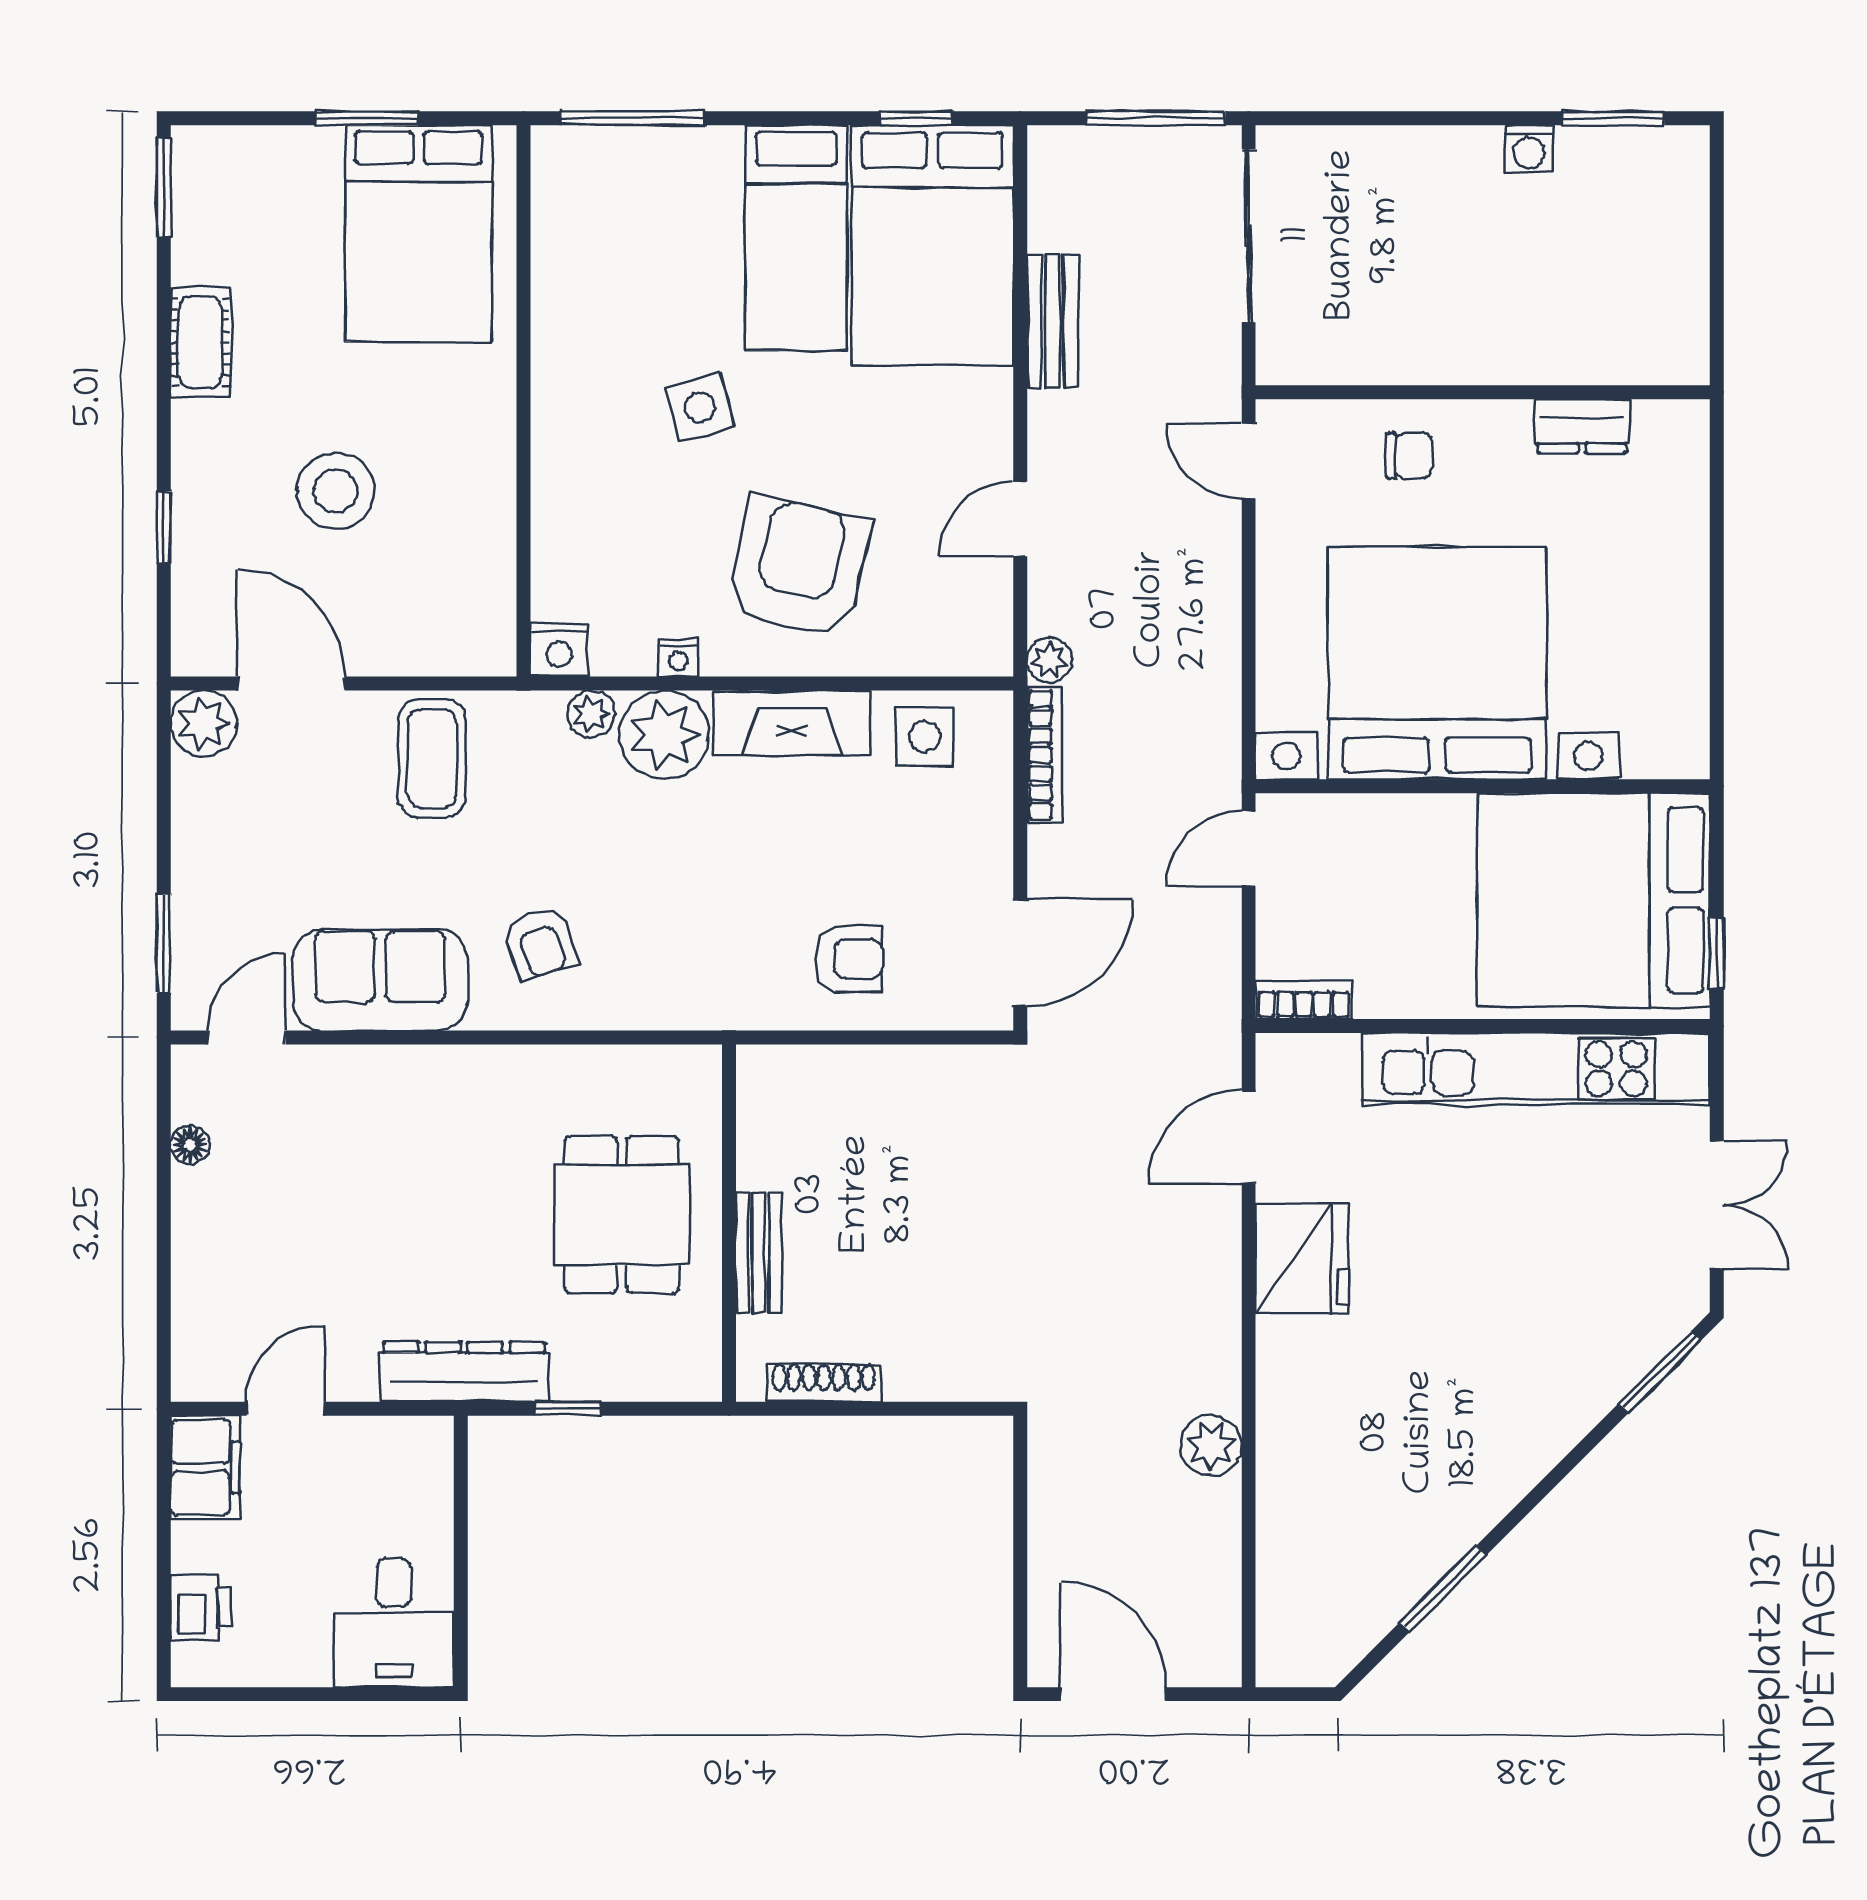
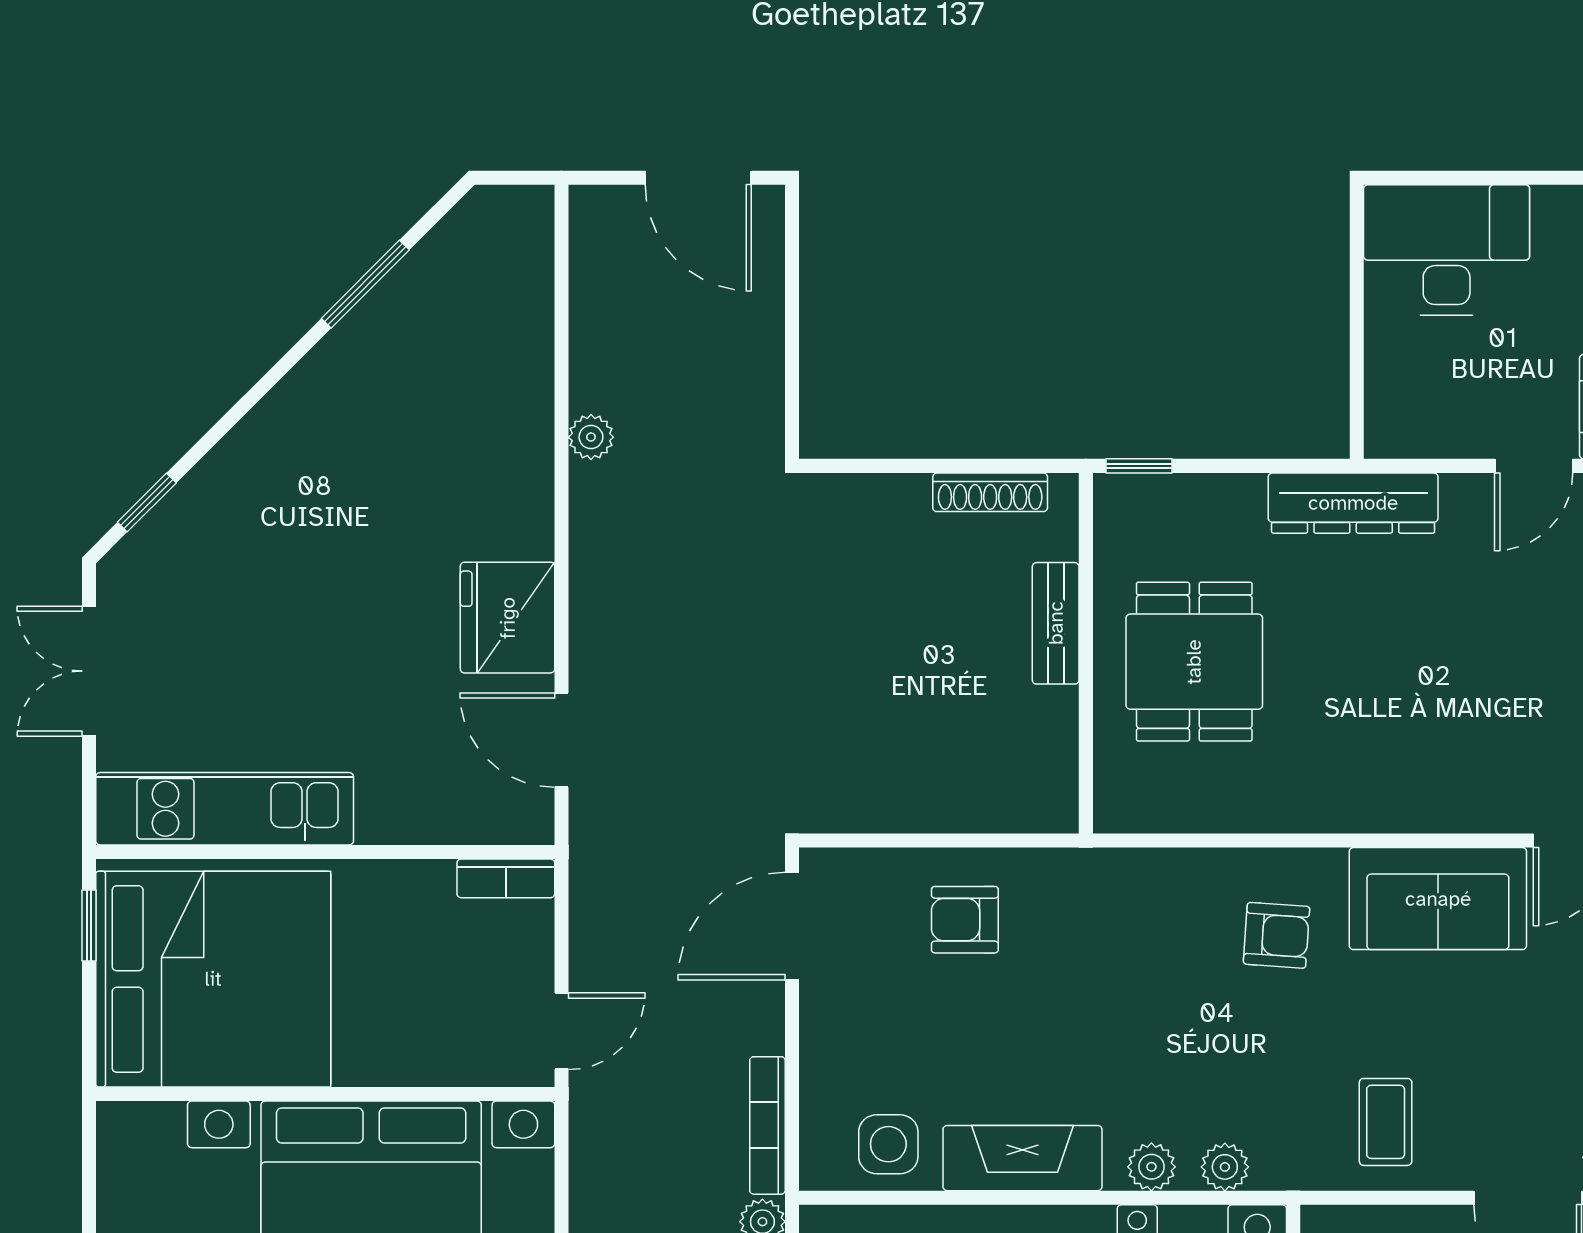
plant: (664, 735) -> (1151, 1167), width x0.53, depth x0.53
coffee table: (432, 759) -> (1386, 1122), width x0.73, depth x0.77
armchair: (540, 943) -> (1277, 935), turned 112
kitchen unit: (1536, 1069) -> (225, 809), width x0.73
door: (1249, 1137) -> (562, 740), swing flipped
window: (1660, 1372) -> (147, 503), width x0.67
window: (568, 1409) -> (1139, 466), moved
plant: (1211, 1446) -> (591, 437), width x0.73, depth x0.73
desk: (394, 1623) -> (1447, 250), width x1.37

